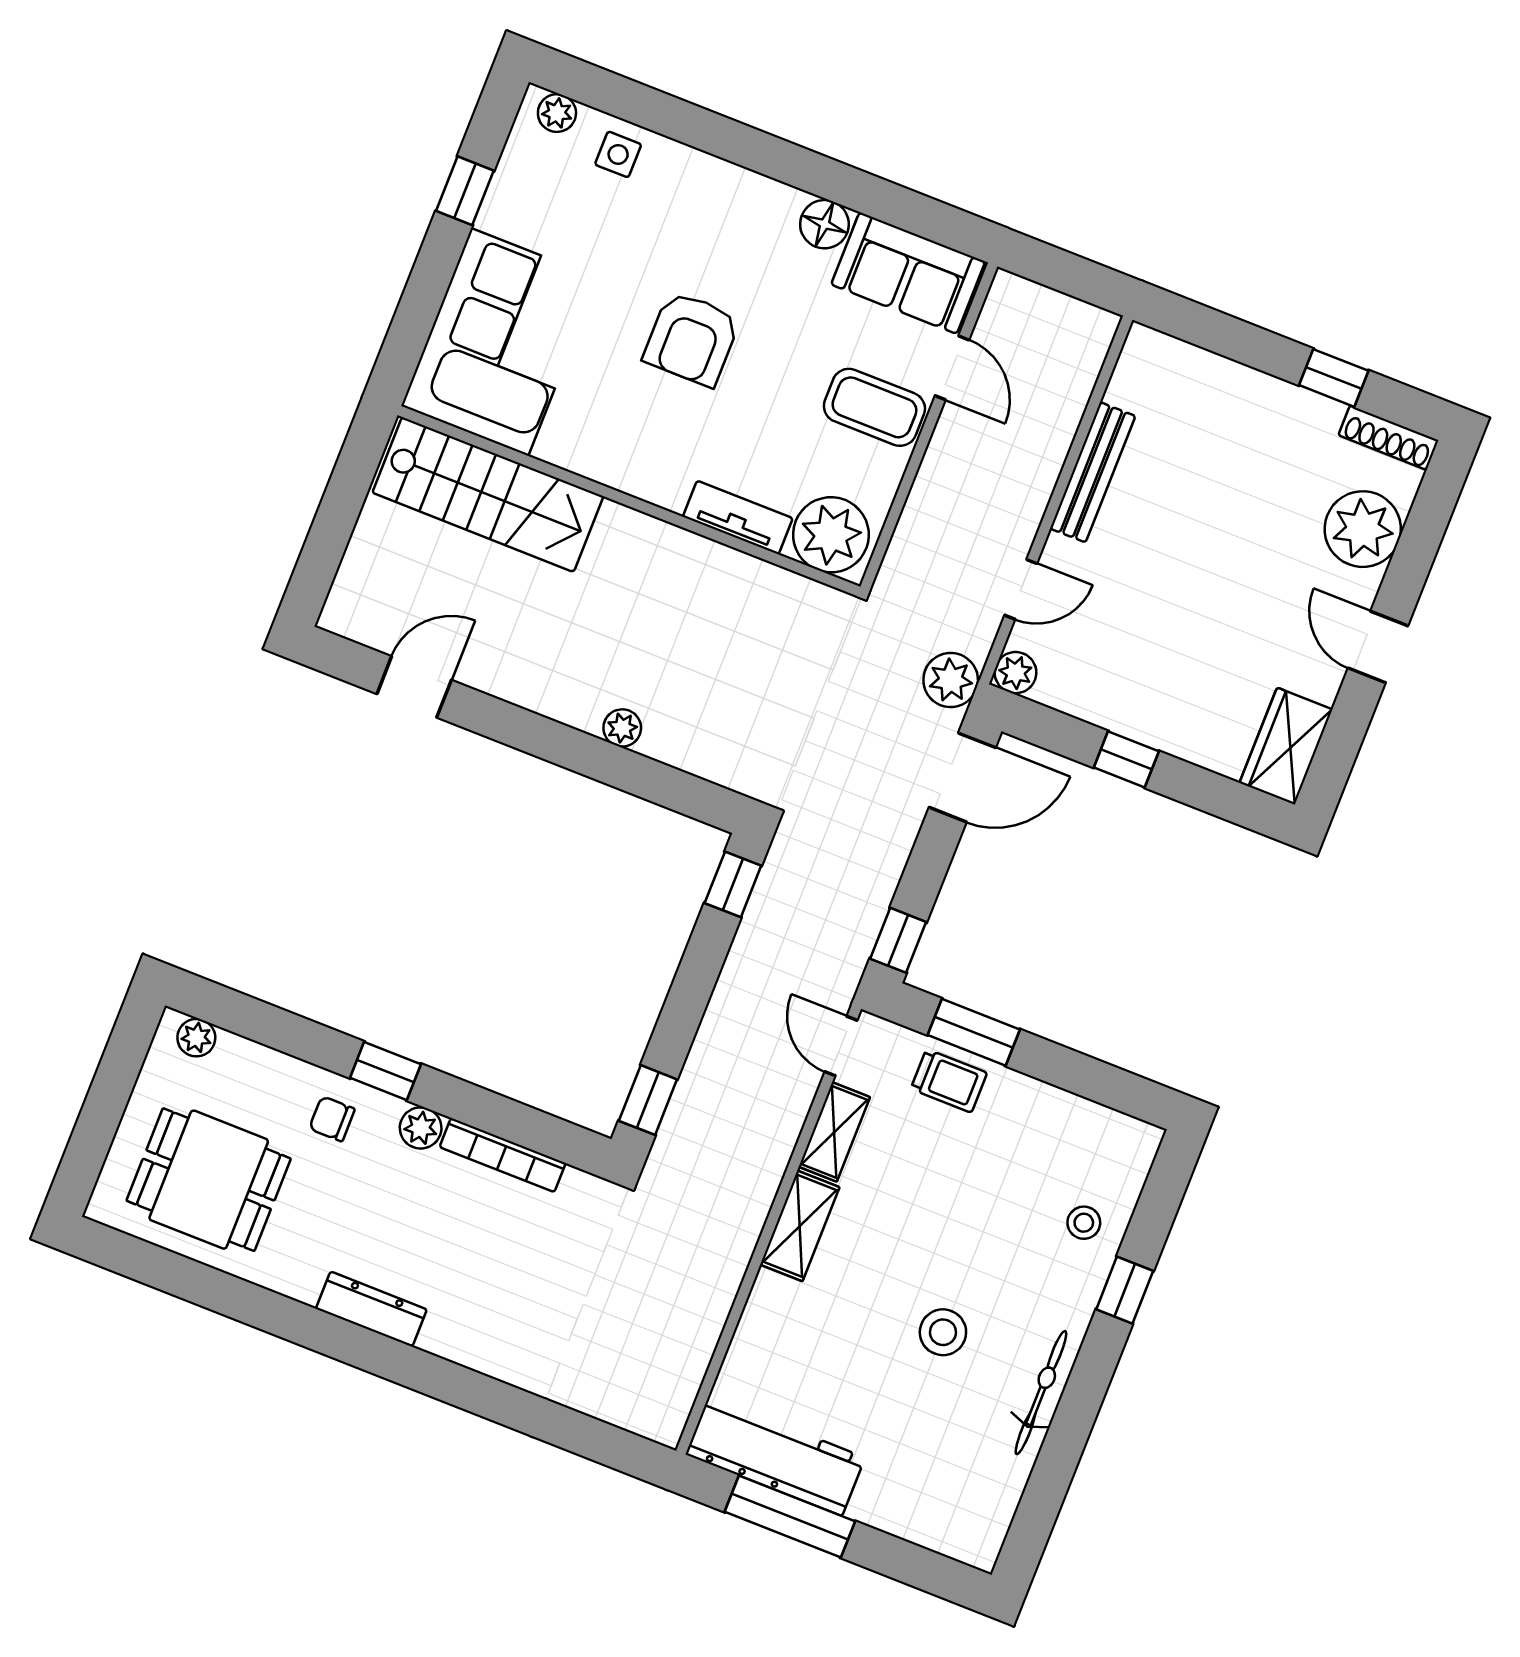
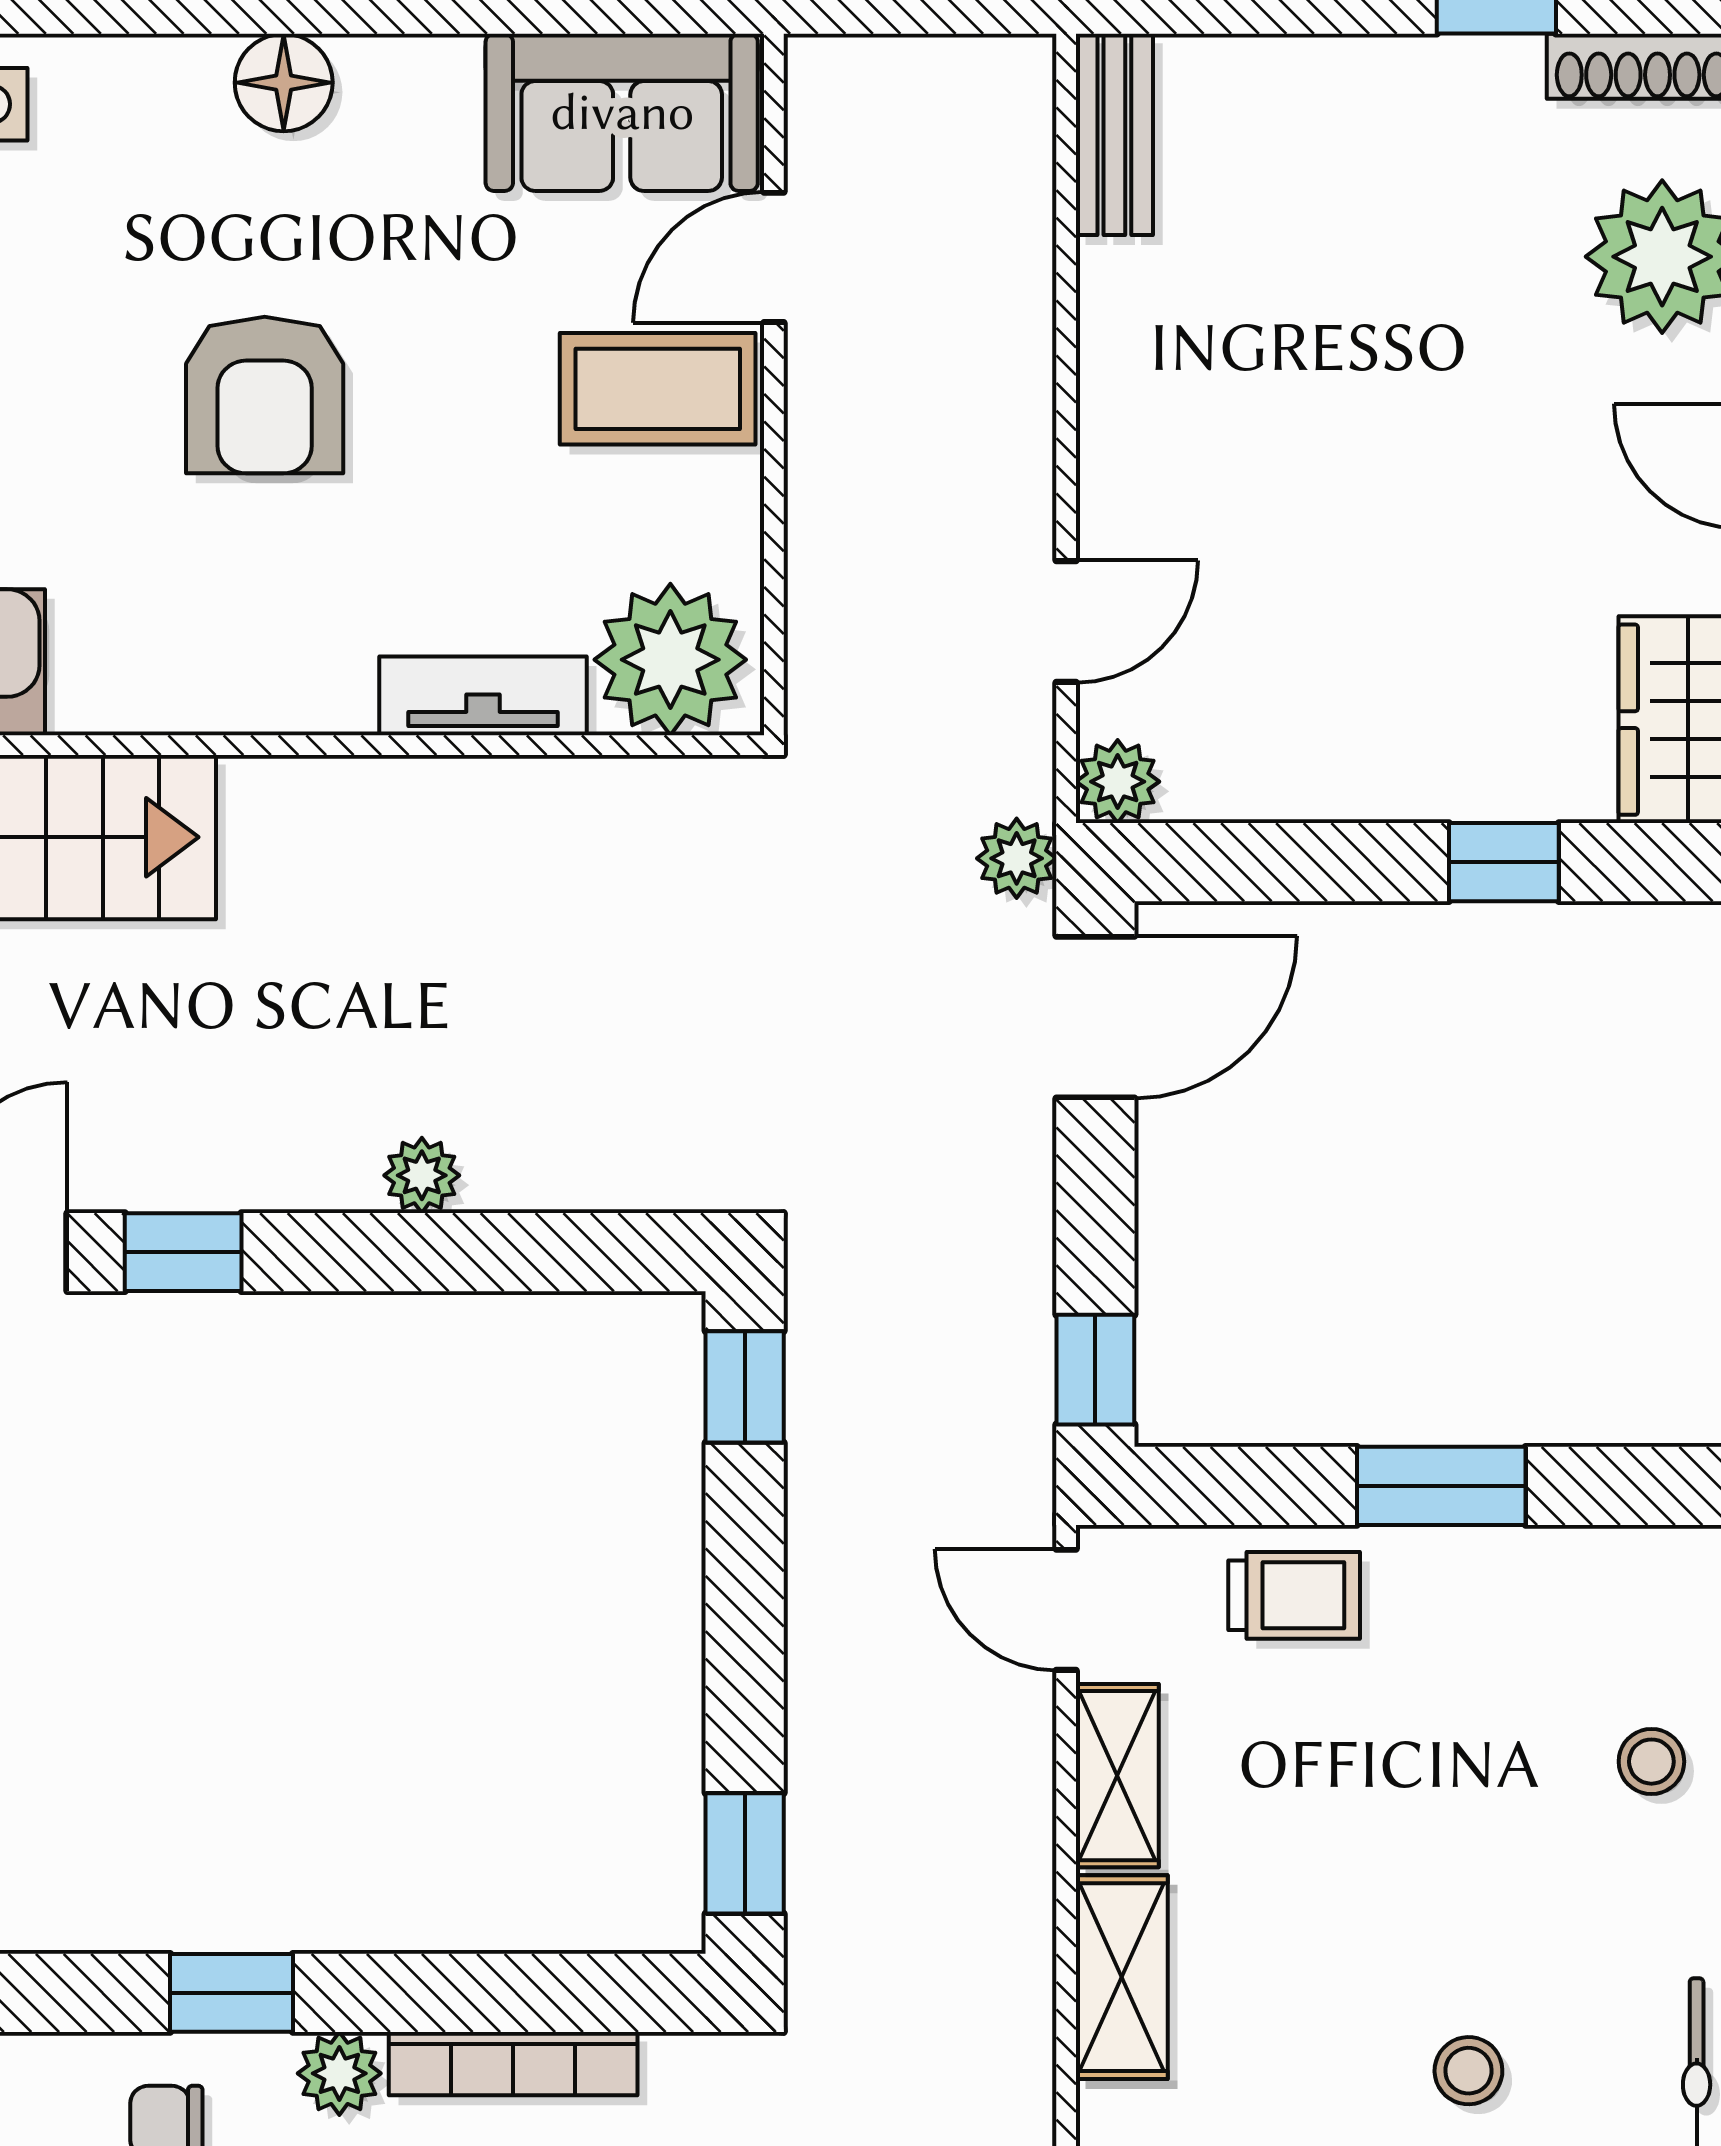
floor lamp: (824, 224) -> (284, 83), moved
door: (952, 368) -> (774, 257), swing flipped
bench: (1093, 472) -> (1114, 134), moved, width x0.73
plant: (951, 680) -> (1017, 858), width x0.73, depth x0.73
window: (498, 720) -> (183, 1252), added
window: (1126, 759) -> (1504, 862), moved
window: (974, 1032) -> (1441, 1486), moved
stool: (943, 1332) -> (1468, 2071), width x0.73, depth x0.73

